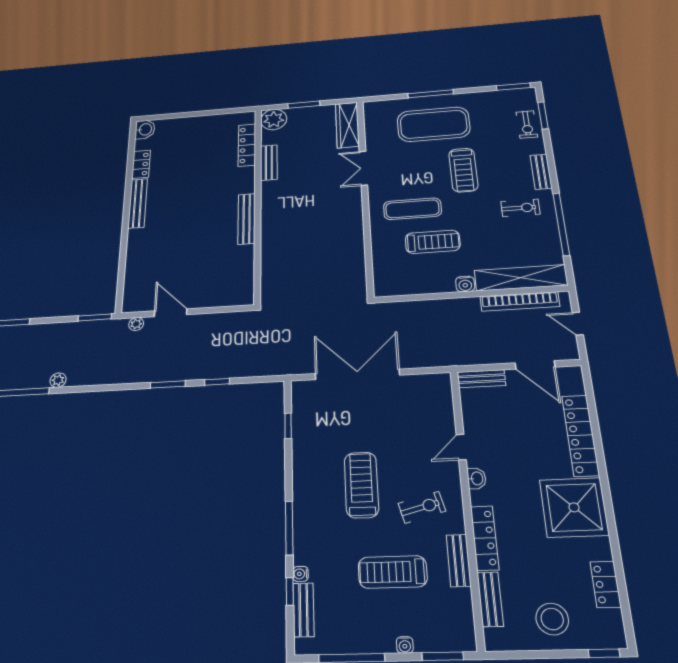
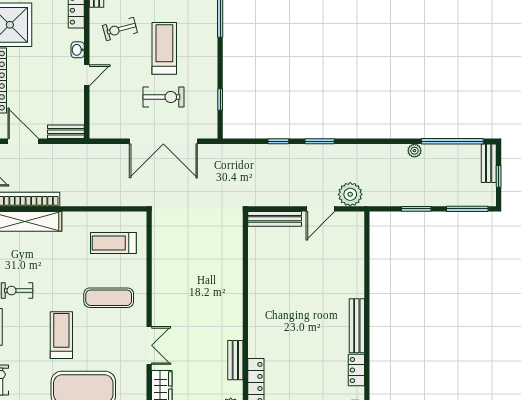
bench: (247, 219) -> (275, 219), moved, turned 90
treadmill: (433, 242) -> (113, 243), moved
water cooler: (465, 284) -> (70, 219), removed
door: (171, 313) -> (320, 209), hinge flipped
window: (95, 317) -> (416, 209), moved
plant: (136, 324) -> (350, 194), width x1.87, depth x1.87
exercise bike: (360, 425) -> (164, 97), added
treadmill: (361, 485) -> (164, 48), turned 180

